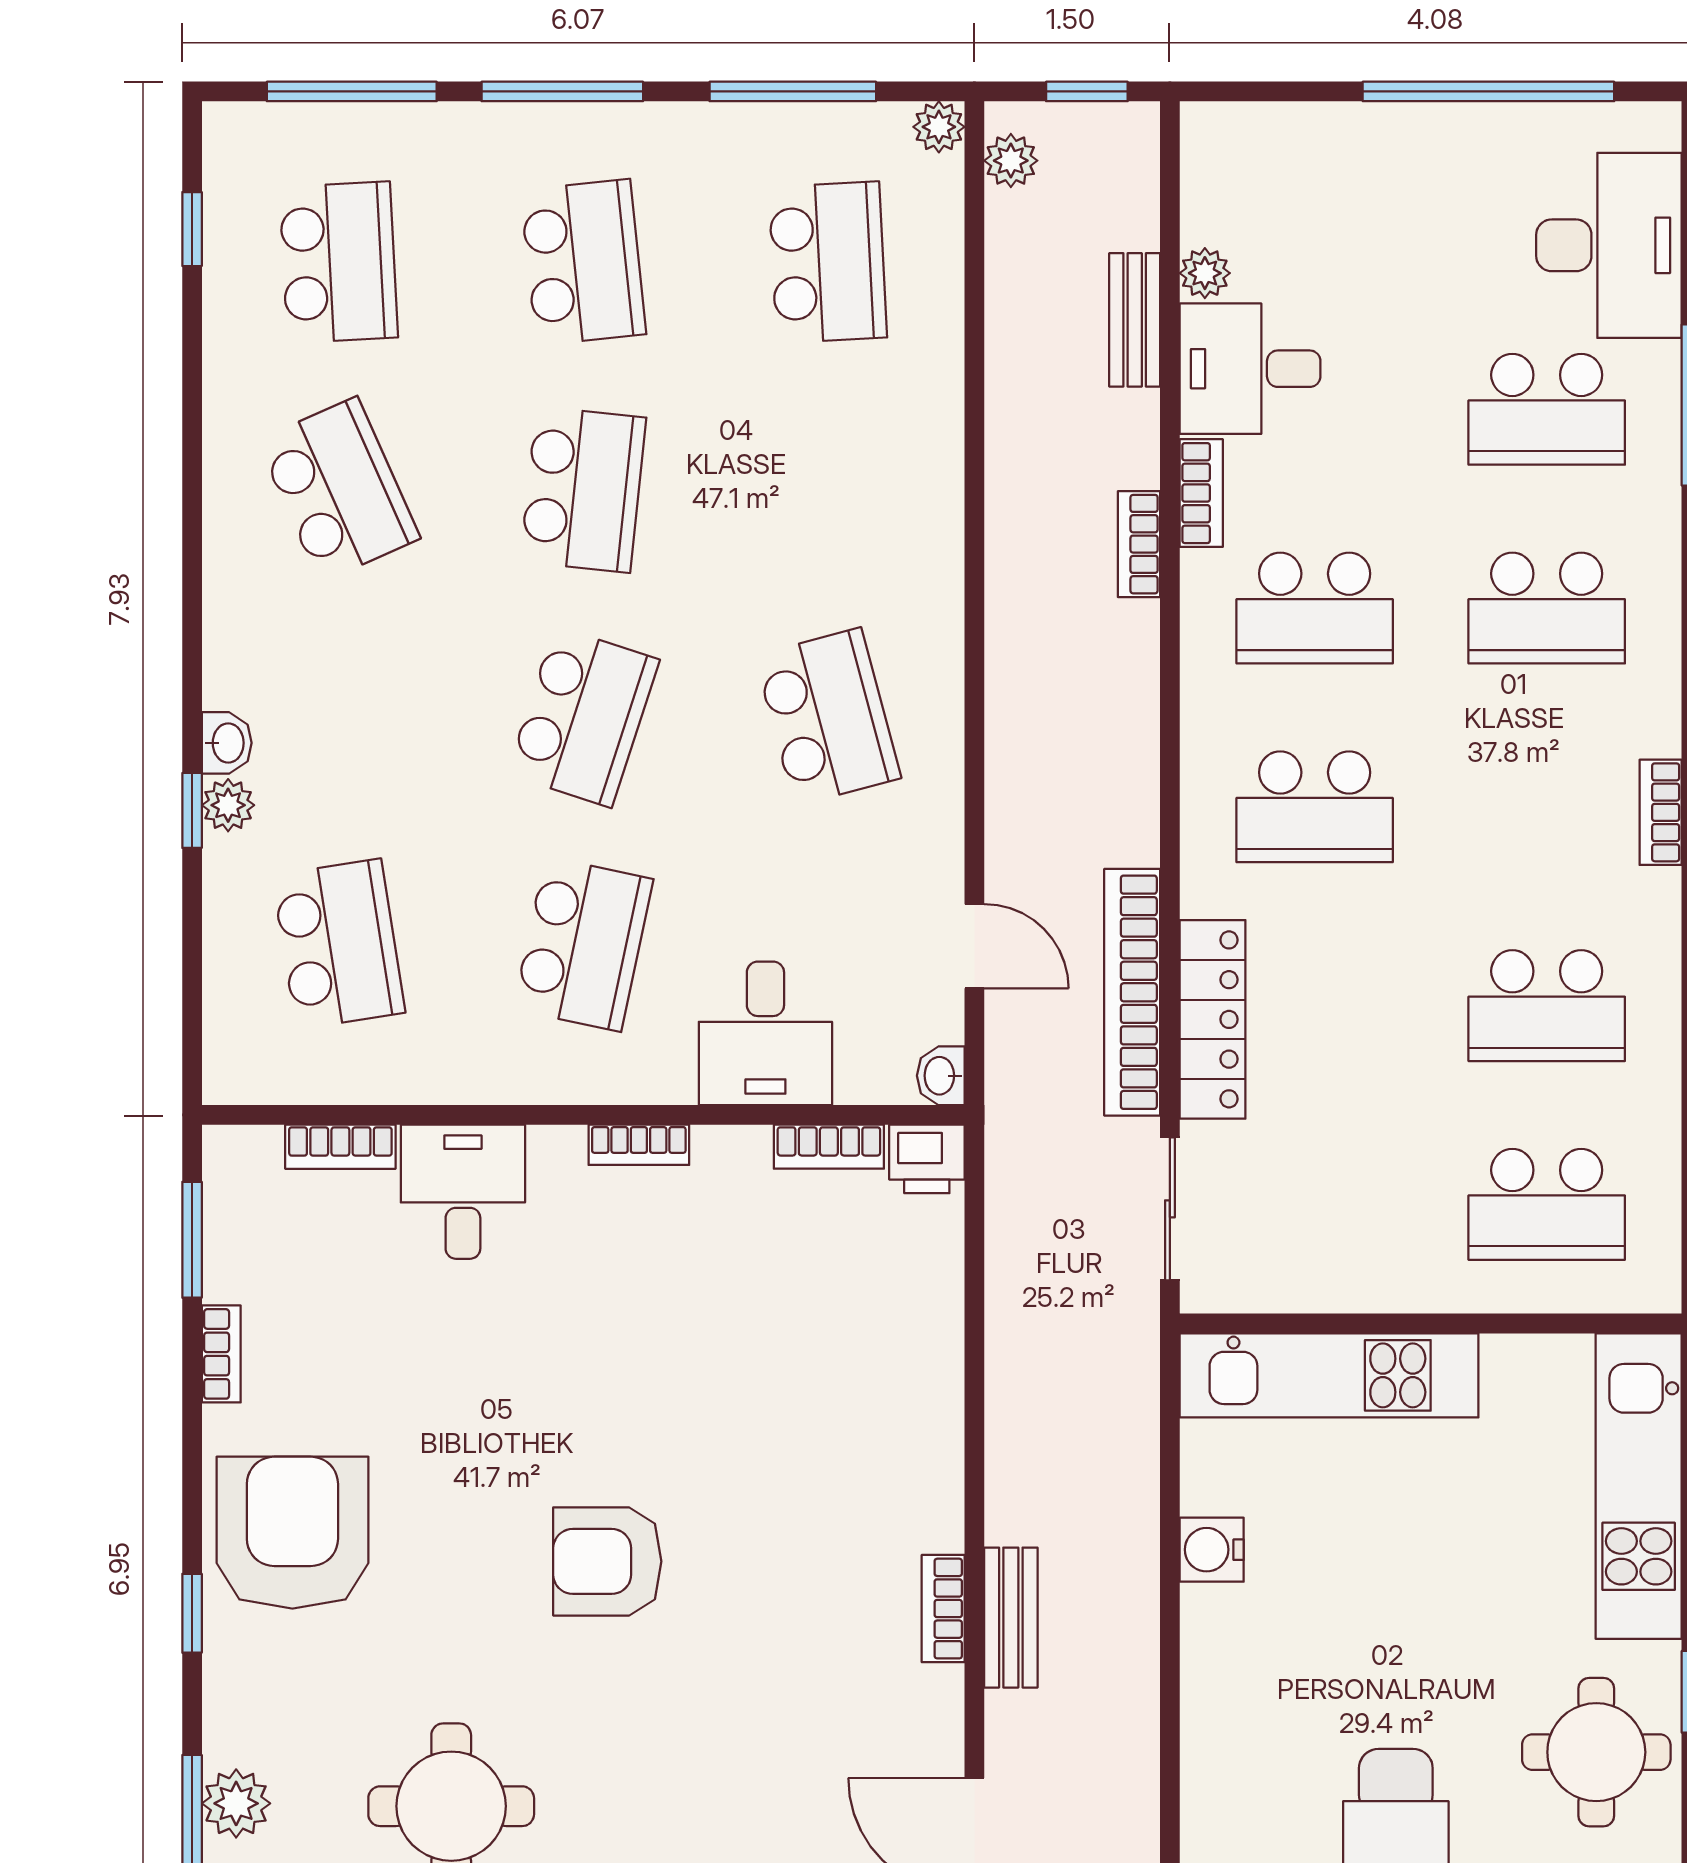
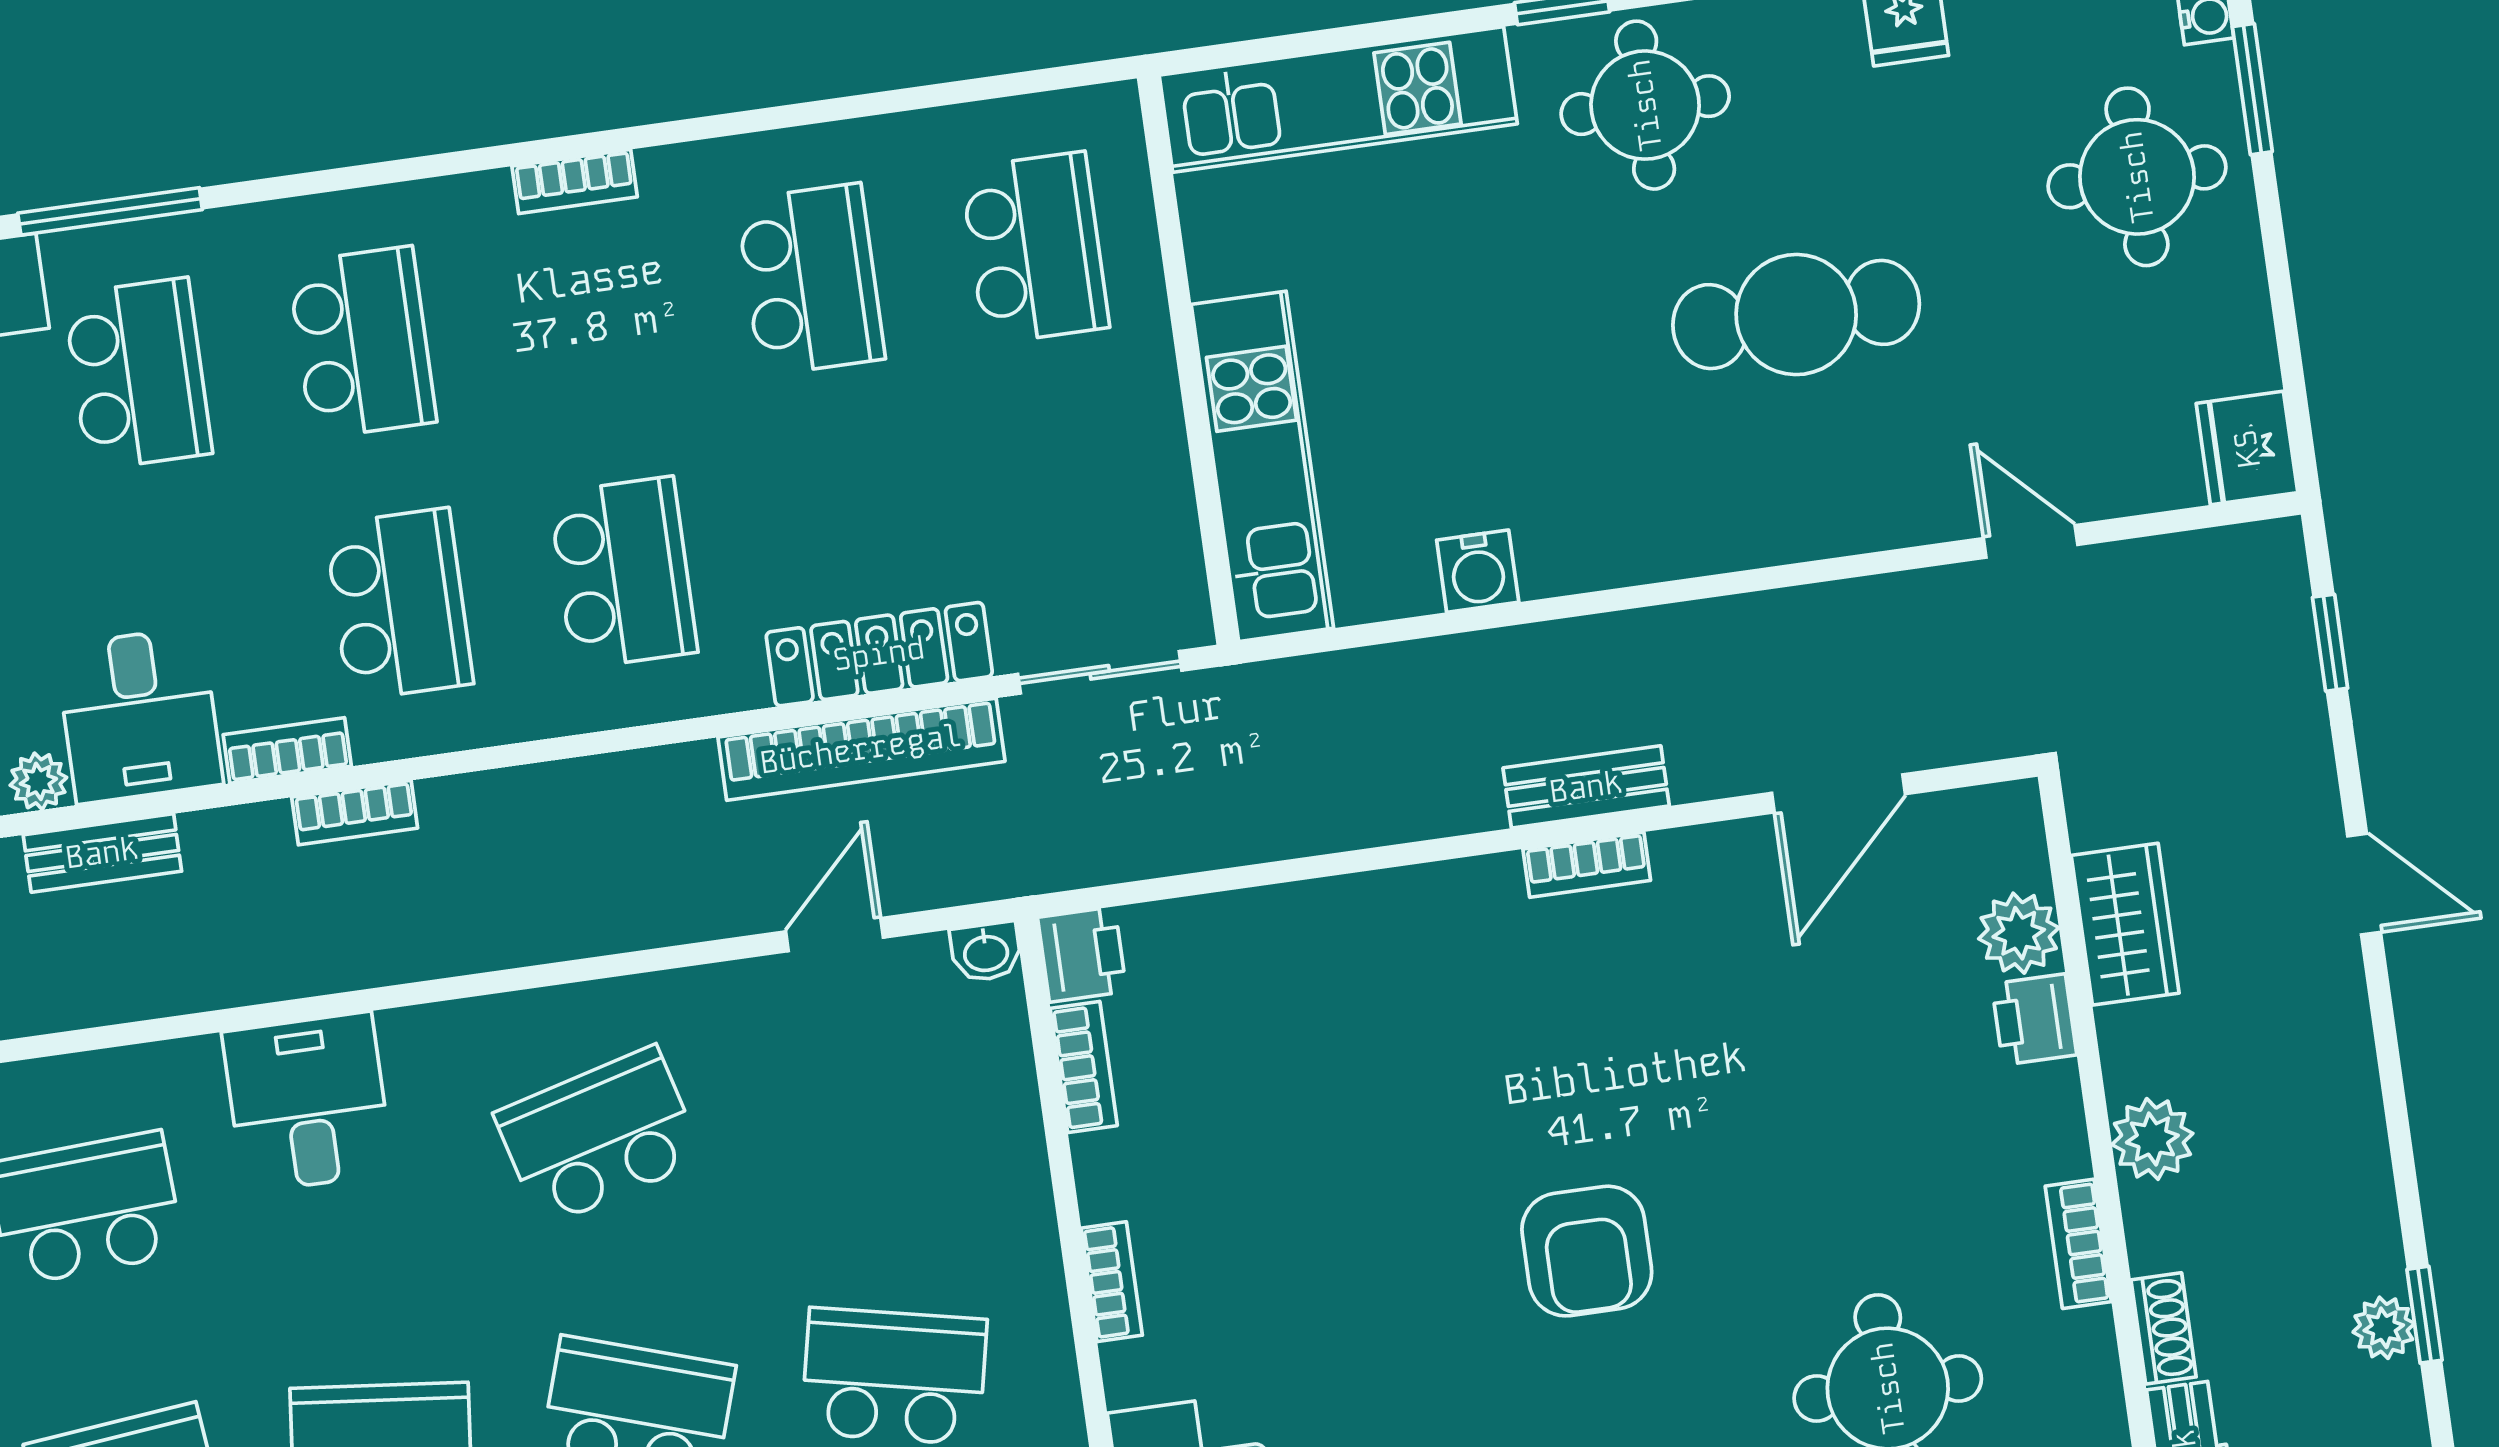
desk: (765, 1033) -> (308, 1102), moved, turned -90

